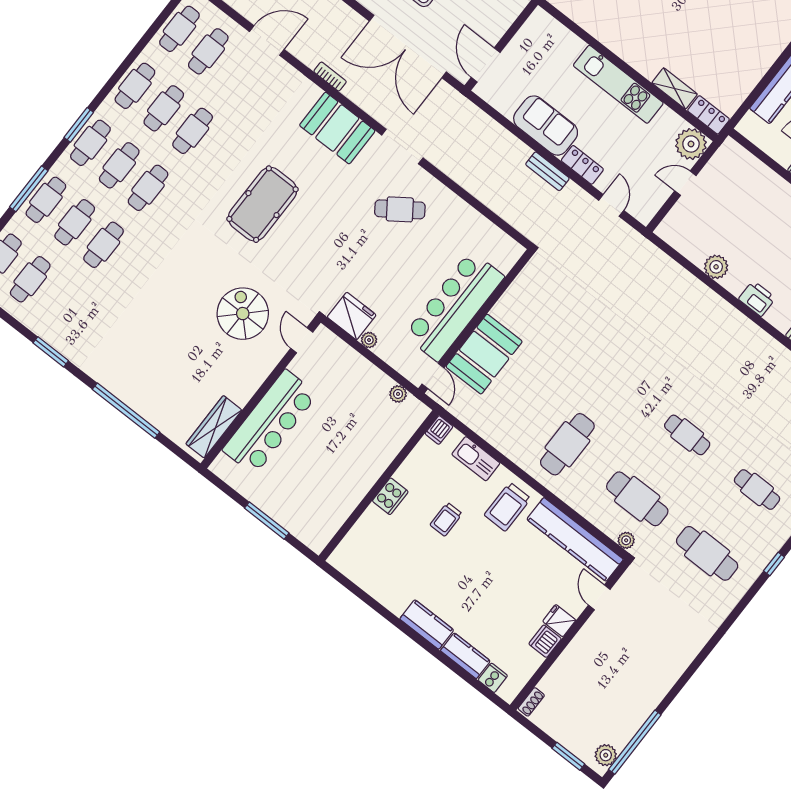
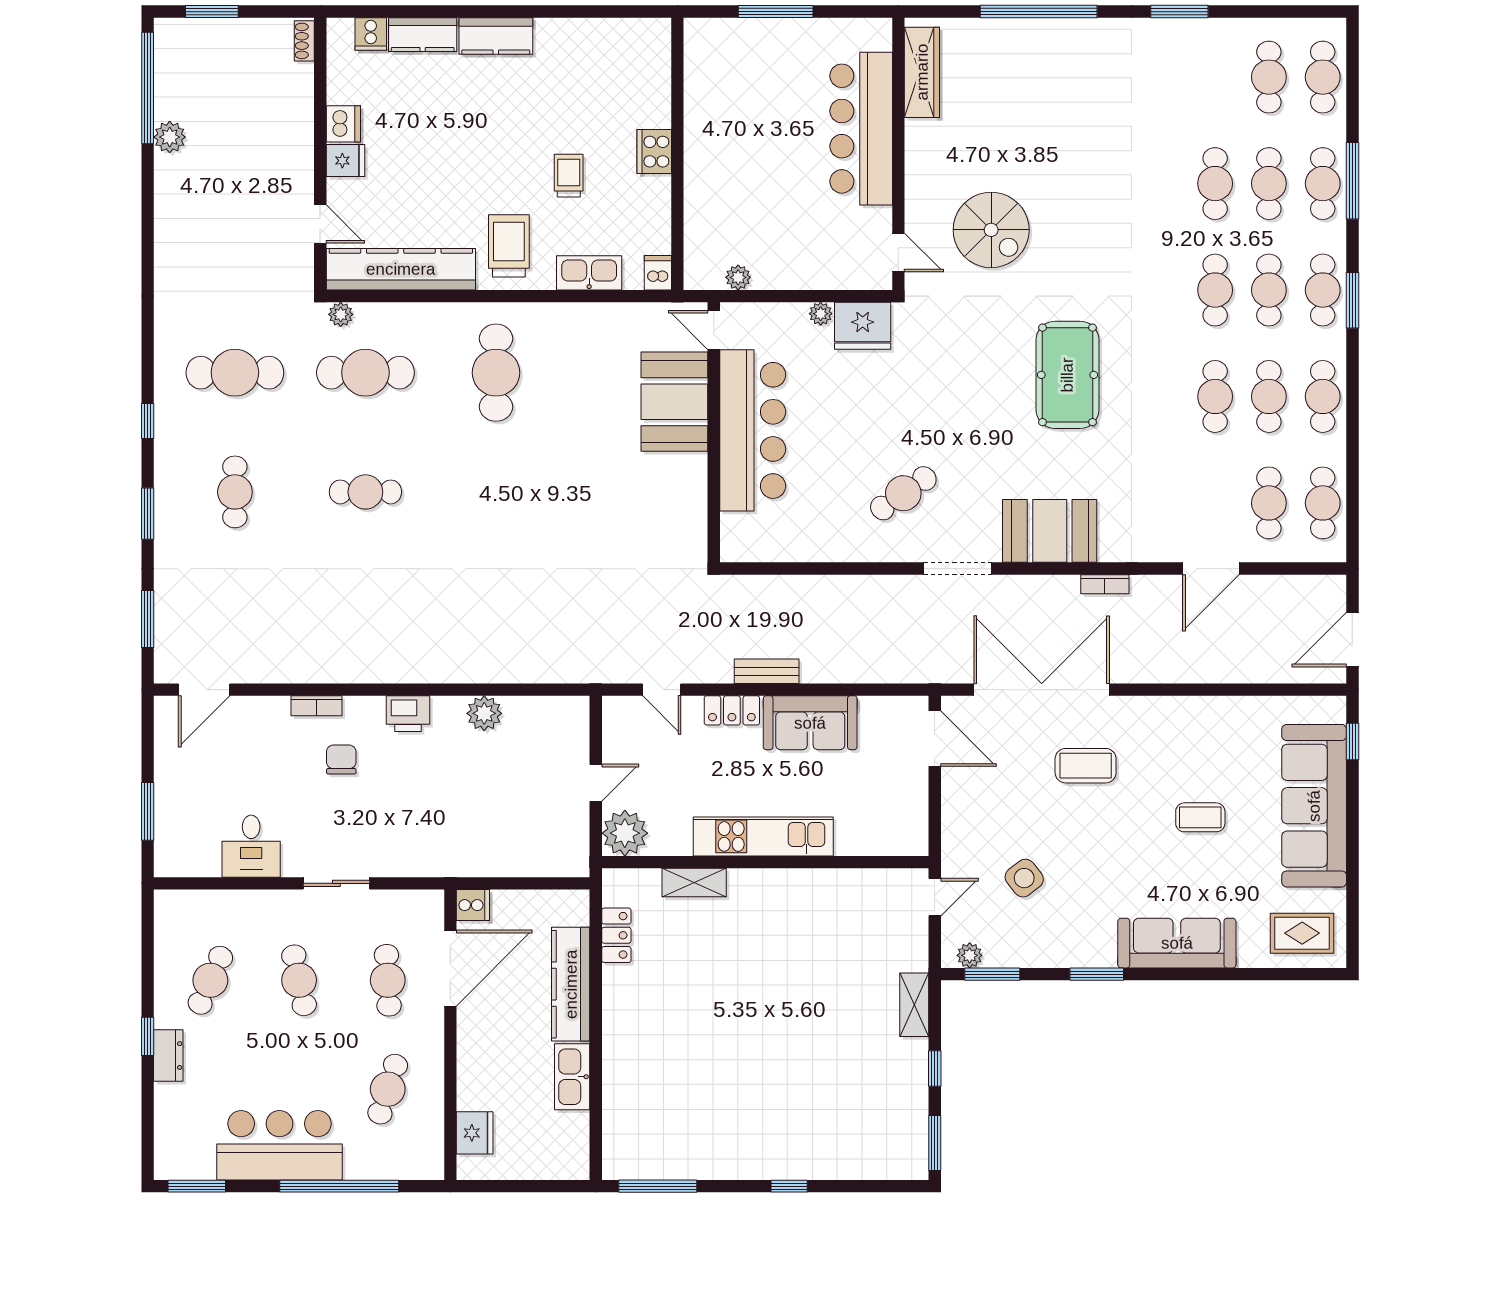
locker: (709, 115) -> (616, 935), moved, turned -90
cafe table: (757, 490) -> (235, 492), turned 90
plant: (606, 755) -> (170, 137), moved

